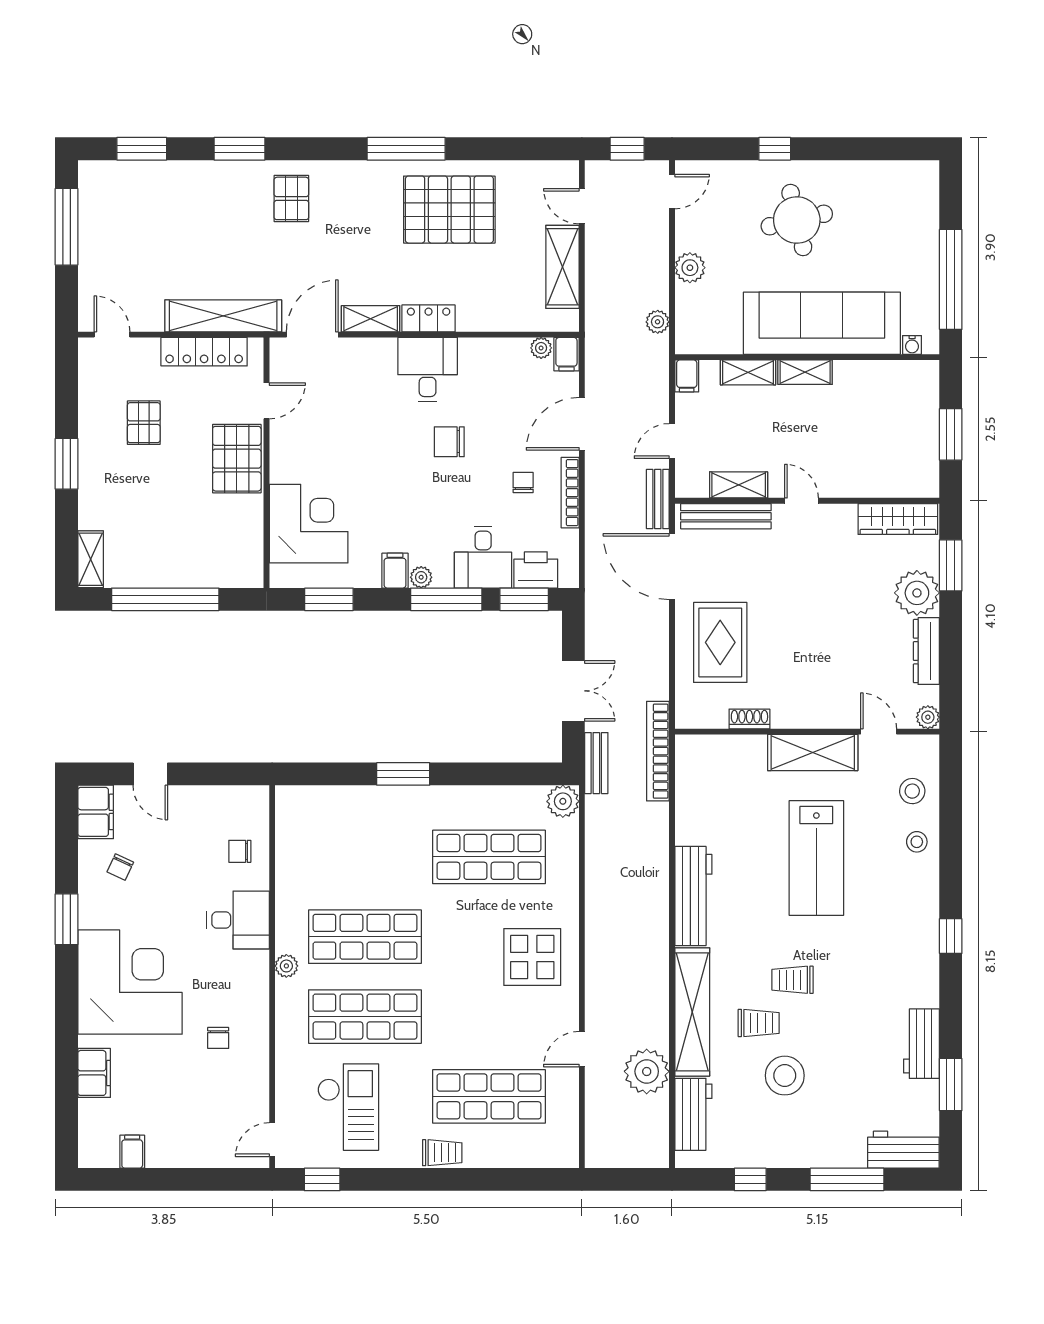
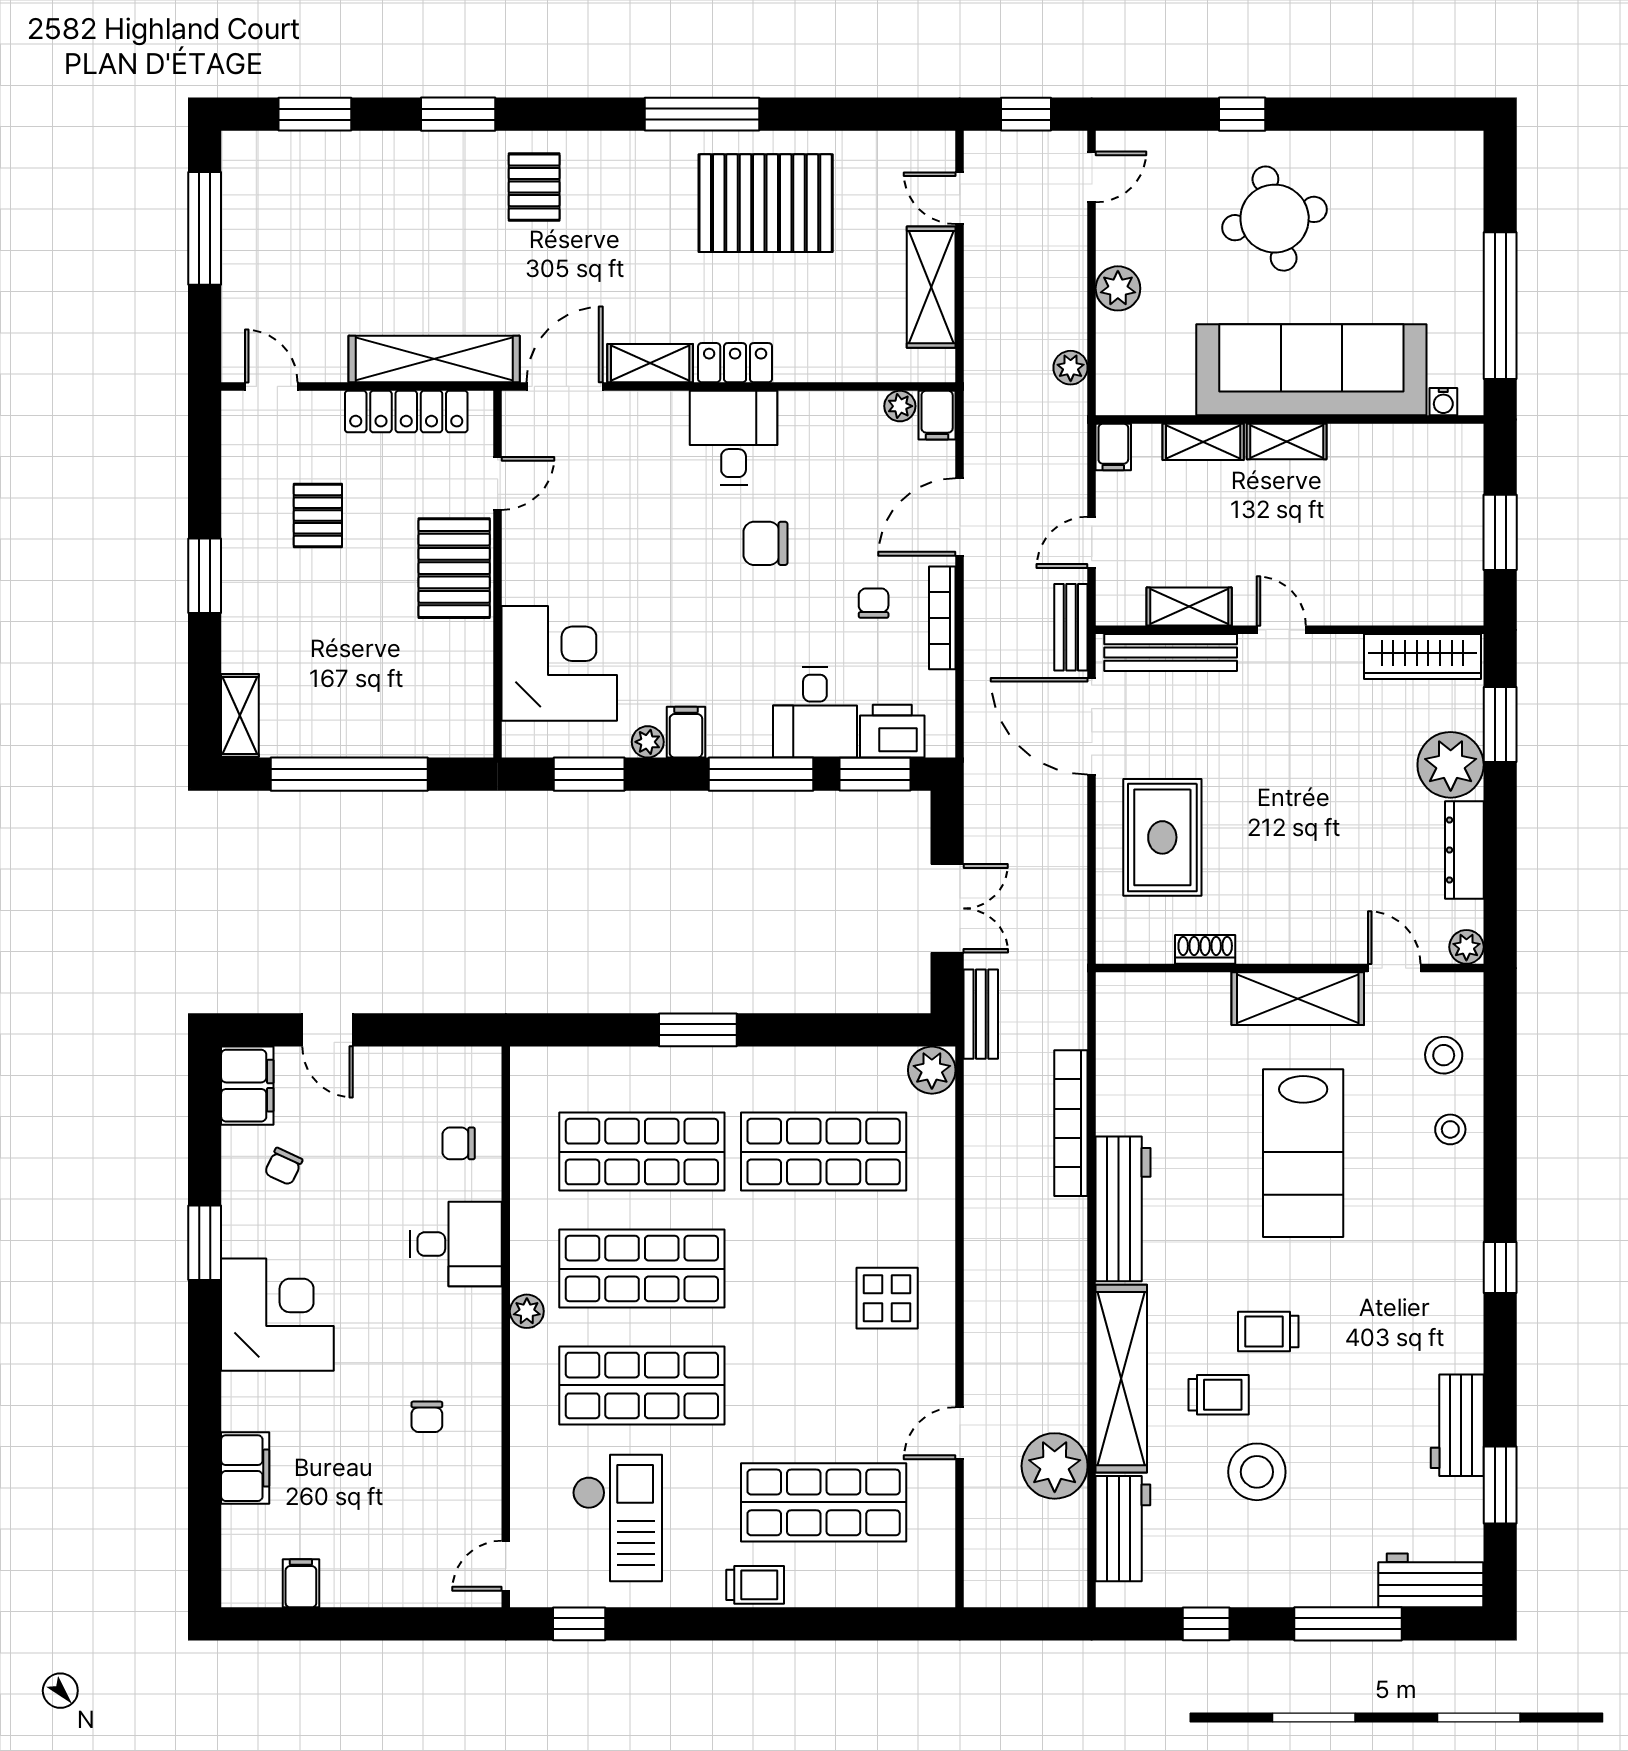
plant: (421, 577) -> (648, 742), moved
bookcase: (658, 751) -> (1071, 1123), moved
shop shelf: (365, 857) -> (642, 1152), added
display table: (532, 957) -> (887, 1298), width x0.73, depth x0.73
corner desk: (130, 982) -> (277, 1315), width x0.74, depth x0.74

